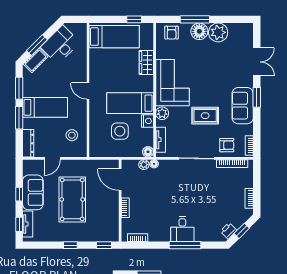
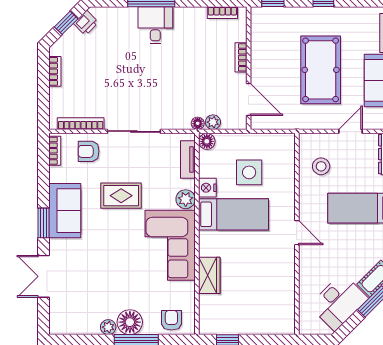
plant: (218, 32) -> (108, 327), width x0.53, depth x0.53
bed: (114, 37) -> (258, 314), removed

